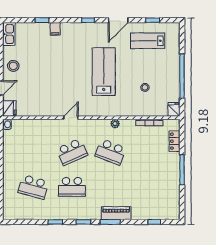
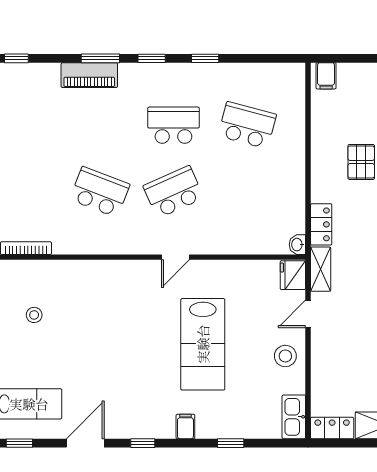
filing cabinet: (55, 29) -> (185, 426), moved
lab bench: (104, 72) -> (203, 344), moved
plant: (115, 124) -> (91, 246), removed

